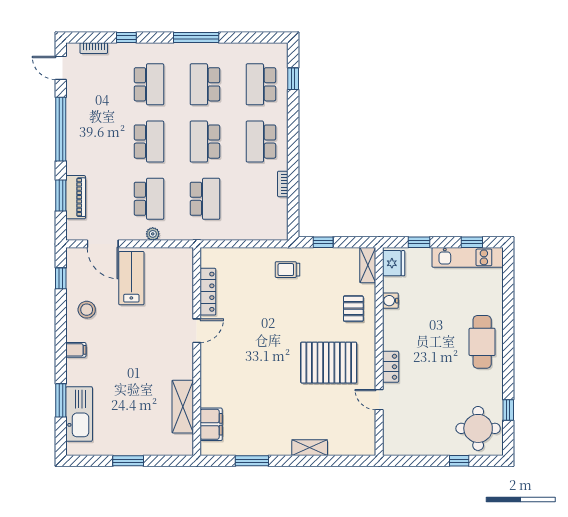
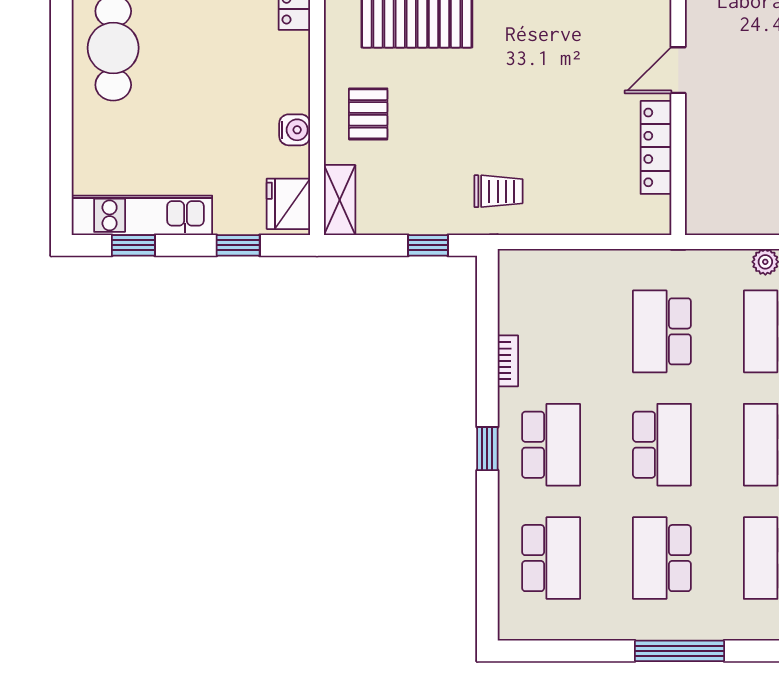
window: (293, 79) -> (487, 449), moved
school desk: (205, 84) -> (662, 558), turned 180

